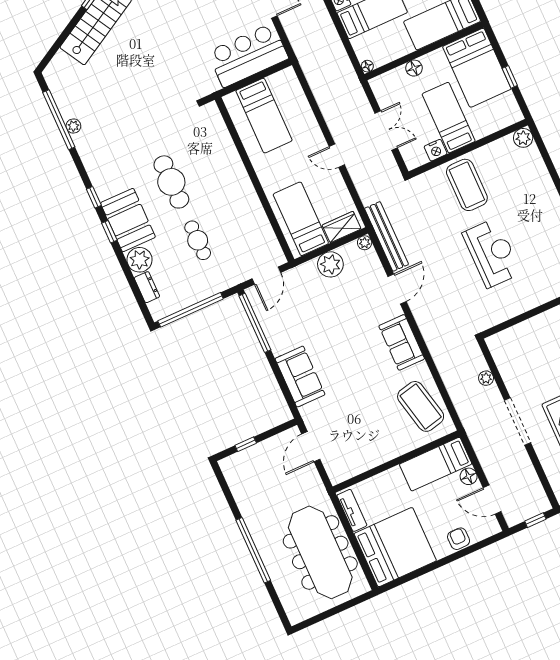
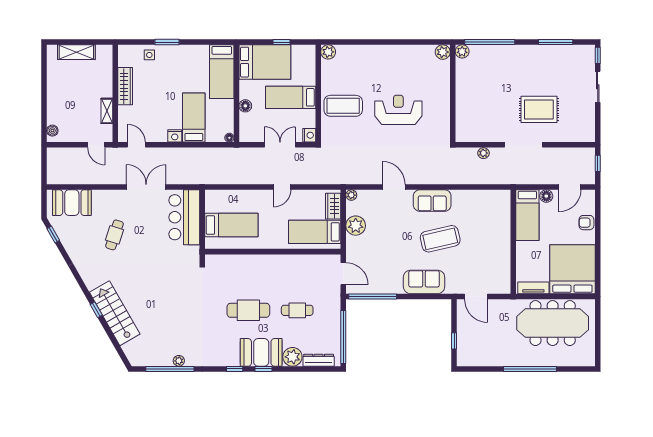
nightstand: (436, 150) -> (309, 135), moved
bench: (386, 236) -> (354, 178), removed
dresser: (147, 287) -> (319, 360), width x1.44
coffee table: (421, 406) -> (440, 239), moved

